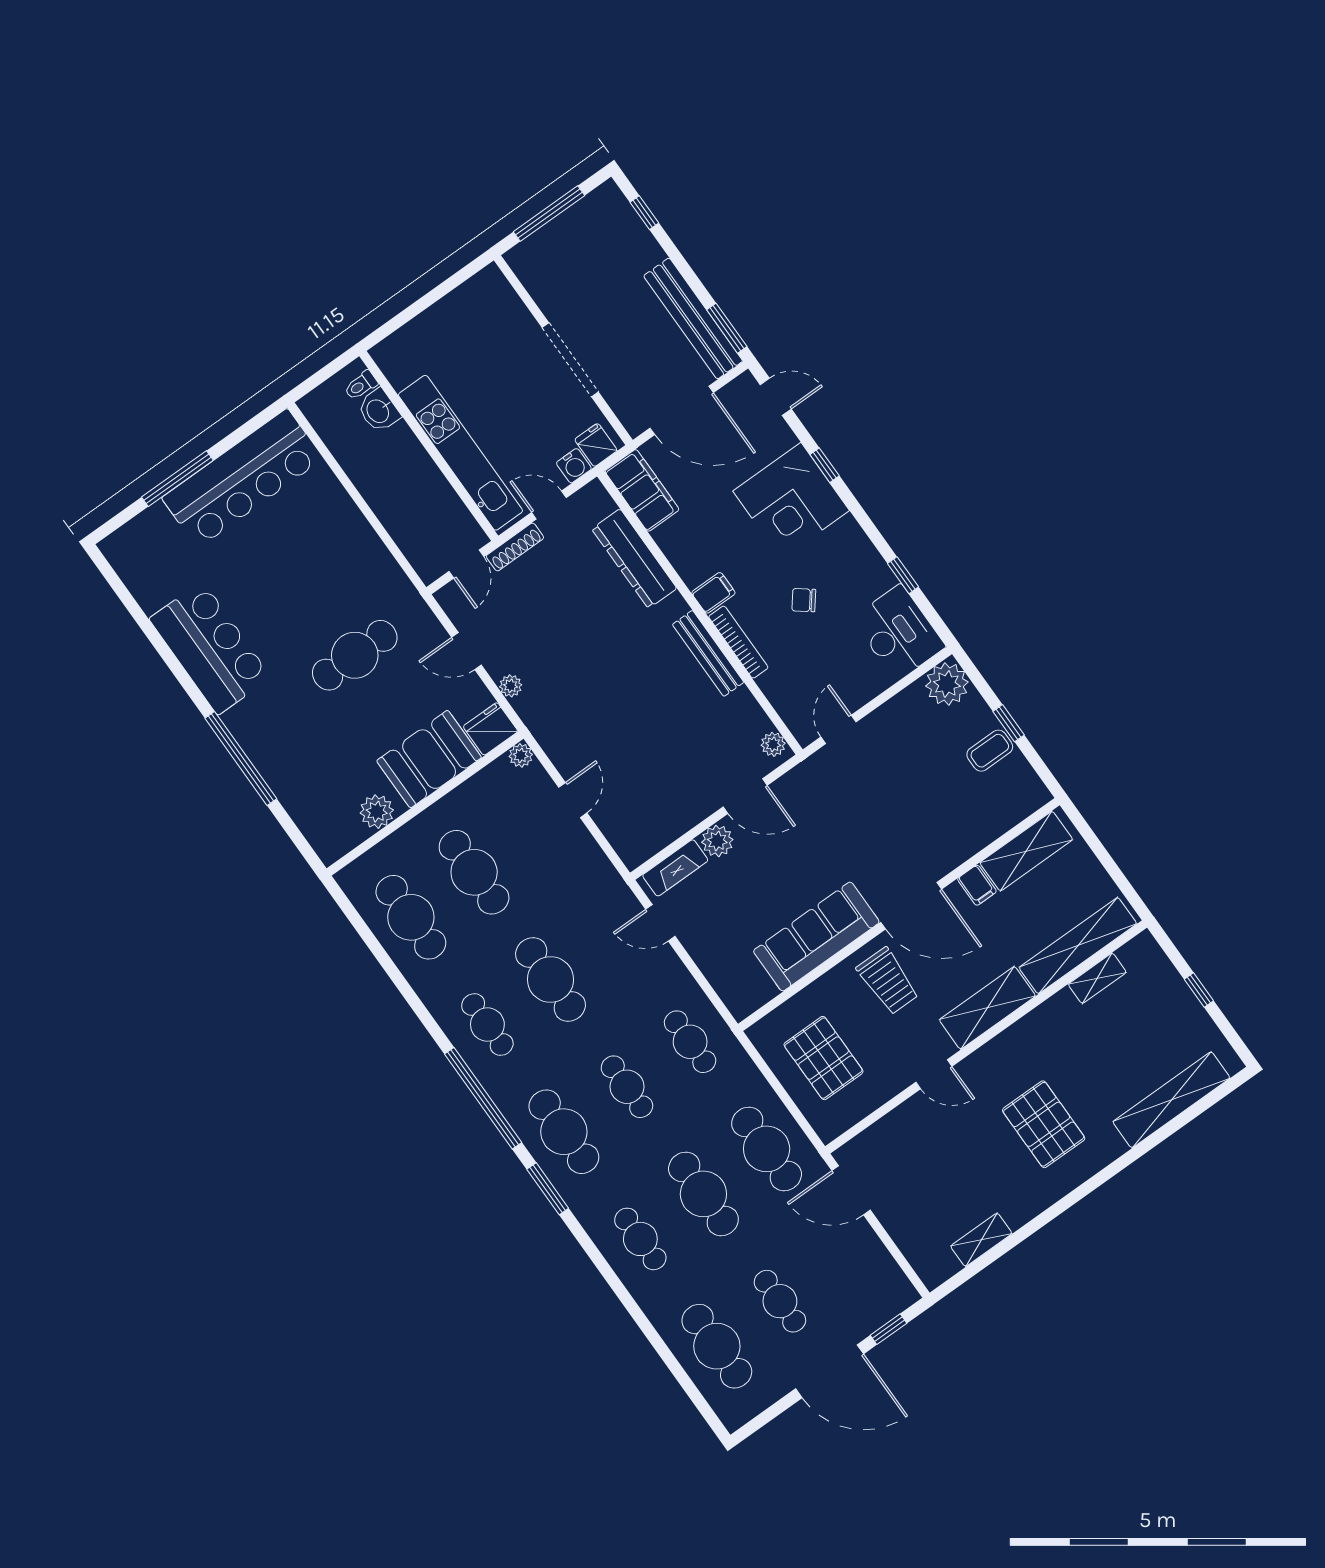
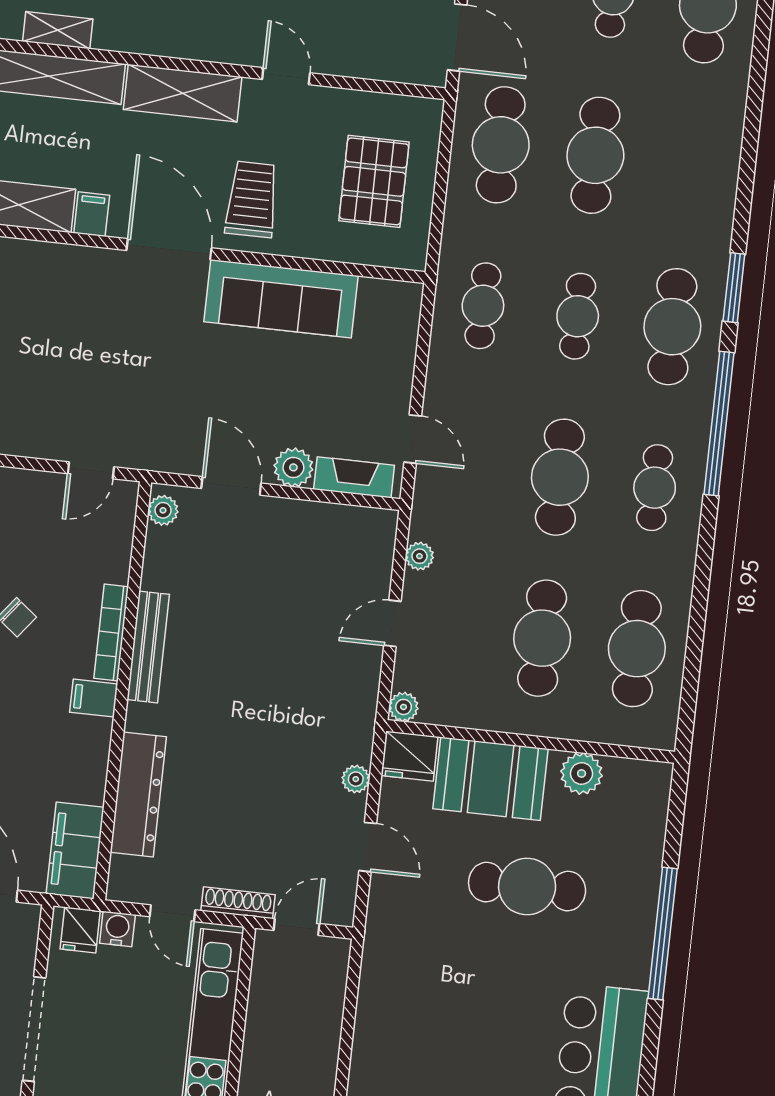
cafe table: (355, 655) -> (527, 887), moved
plant: (593, 856) -> (419, 556), added
cafe table: (640, 1239) -> (690, 166), removed

